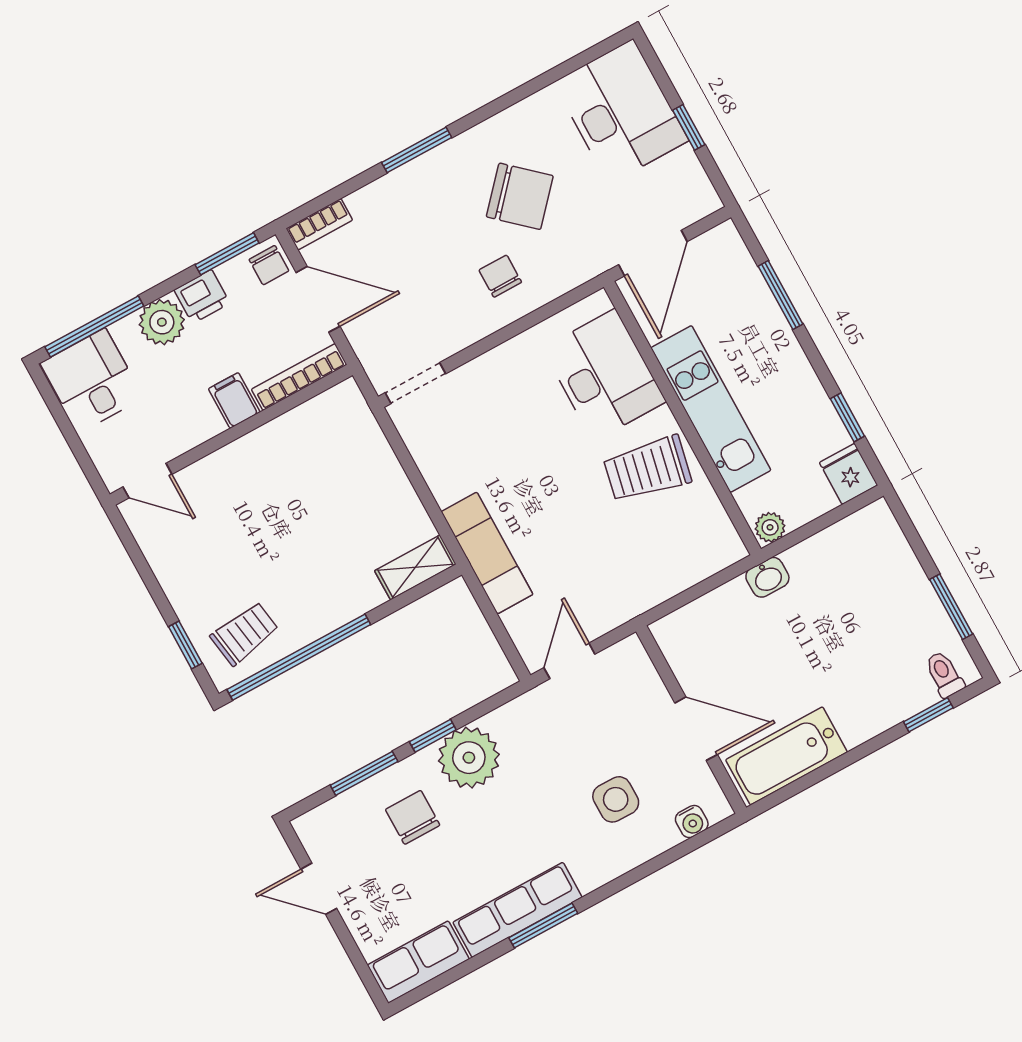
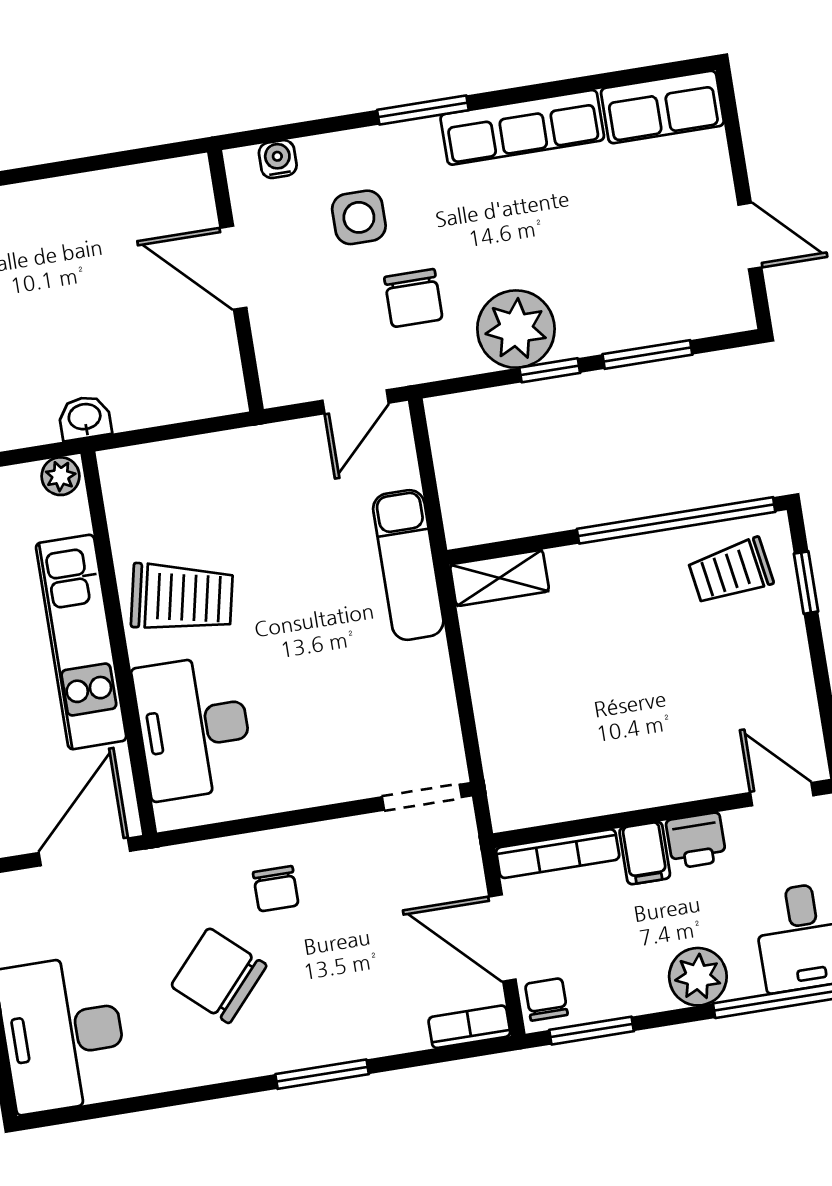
printer: (202, 297) -> (696, 841), moved, turned 180
bathtub: (787, 756) -> (137, 197), removed
chair: (413, 817) -> (413, 298), moved
window: (543, 926) -> (423, 110), moved

